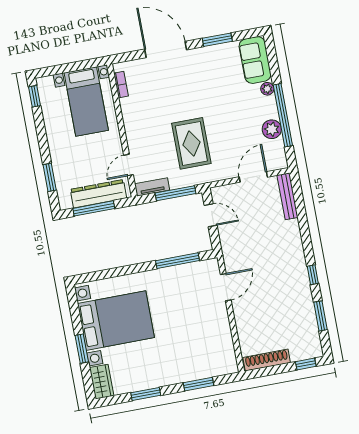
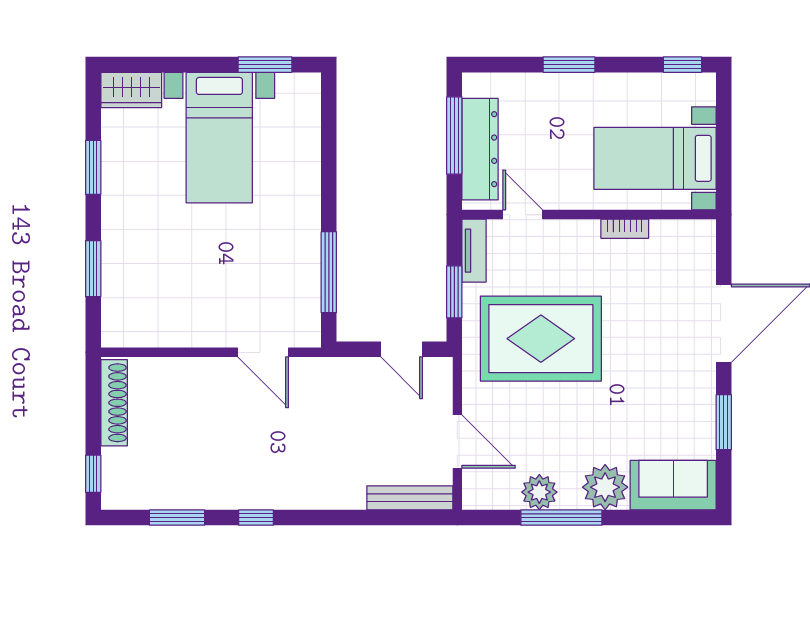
bookcase: (121, 85) -> (625, 229), moved
plant: (267, 89) -> (605, 487), width x1.88, depth x1.88
window: (283, 115) -> (561, 518), width x0.68
rug: (191, 143) -> (541, 339), width x1.37, depth x1.44
window: (50, 177) -> (569, 65), moved
window: (175, 193) -> (454, 292), width x0.69
door: (211, 215) -> (402, 349), hinge flipped
bed with nightstands: (116, 321) -> (219, 138), width x0.73
window: (82, 349) -> (265, 65), moved

